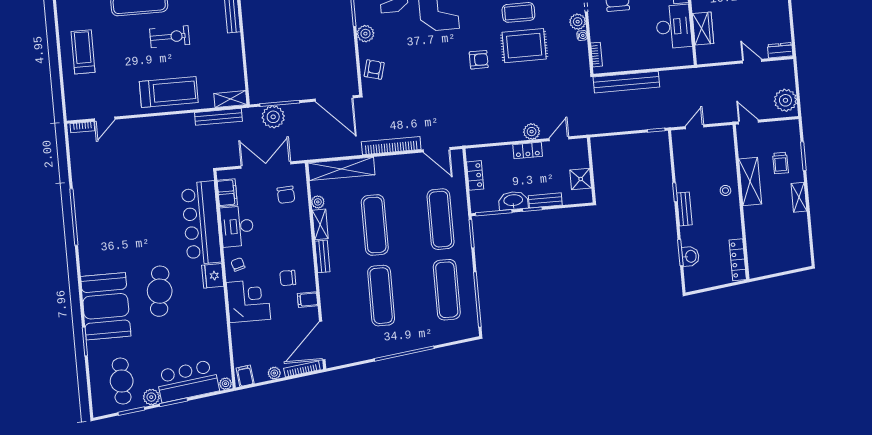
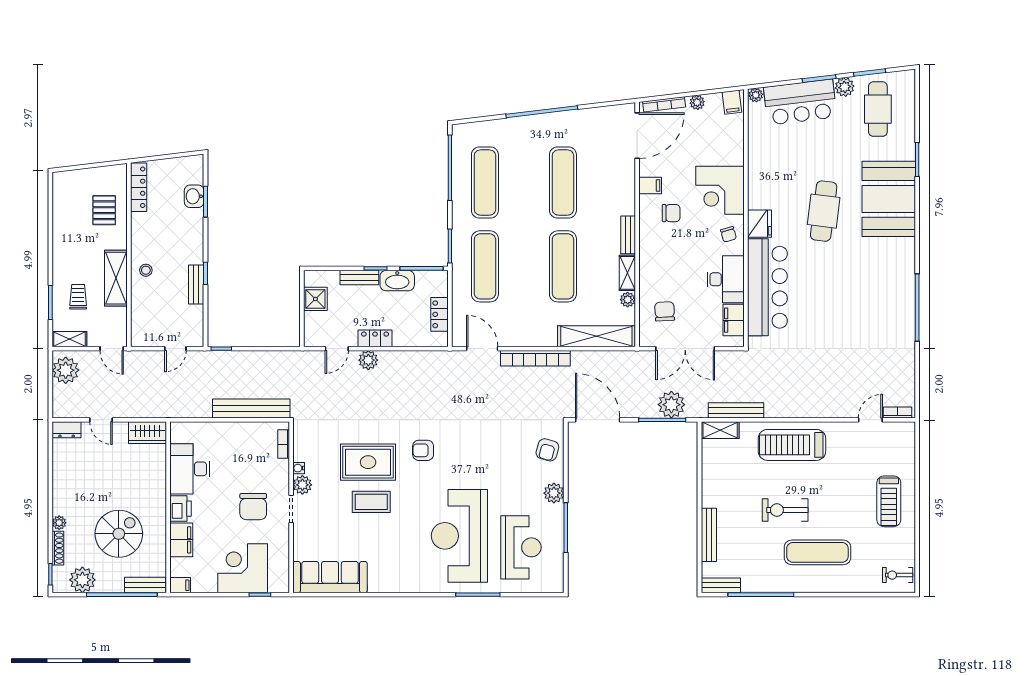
wardrobe: (703, 28) -> (147, 433), moved, turned -90
shelving: (799, 197) -> (69, 339), moved, turned 90
bench: (684, 209) -> (196, 285), moved
pallet: (765, 238) -> (104, 210), added

